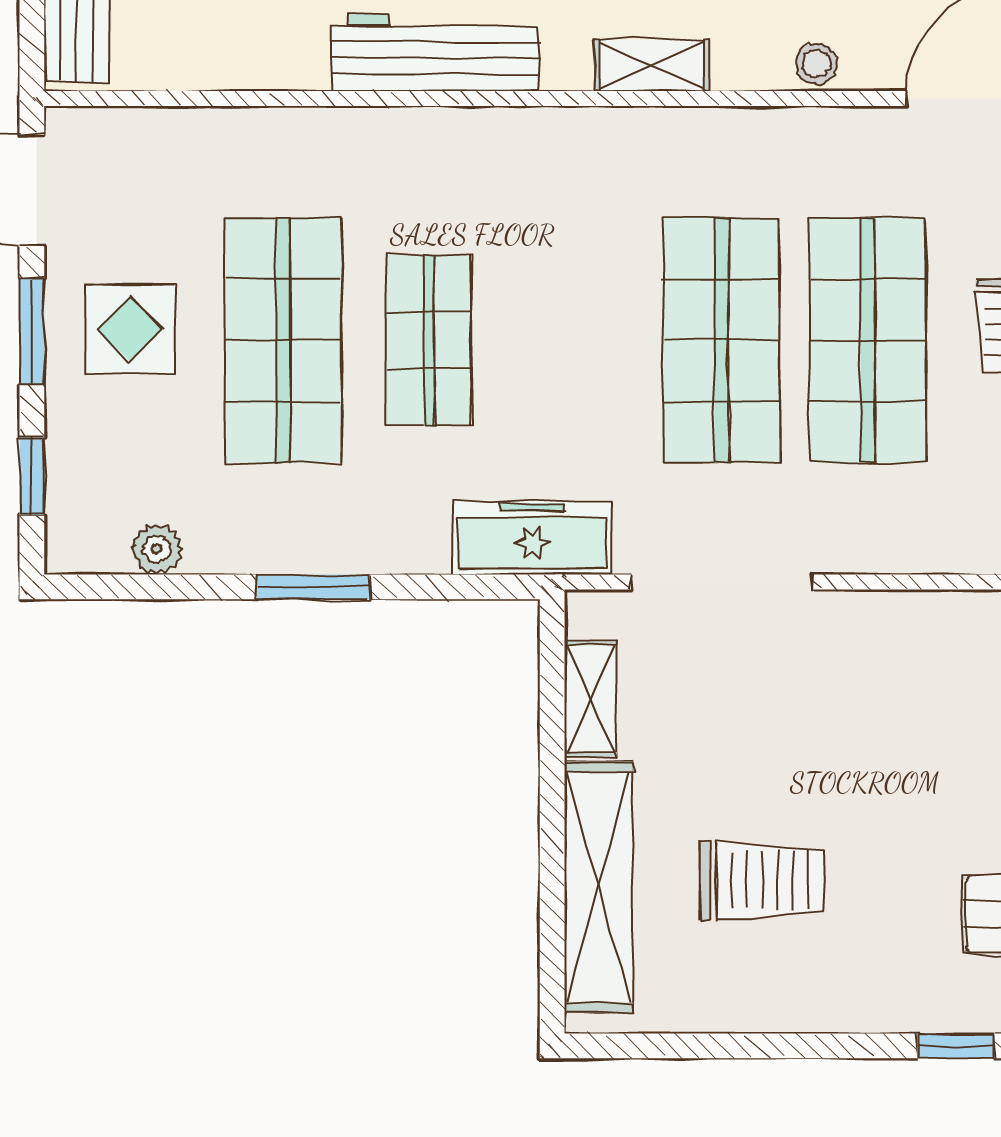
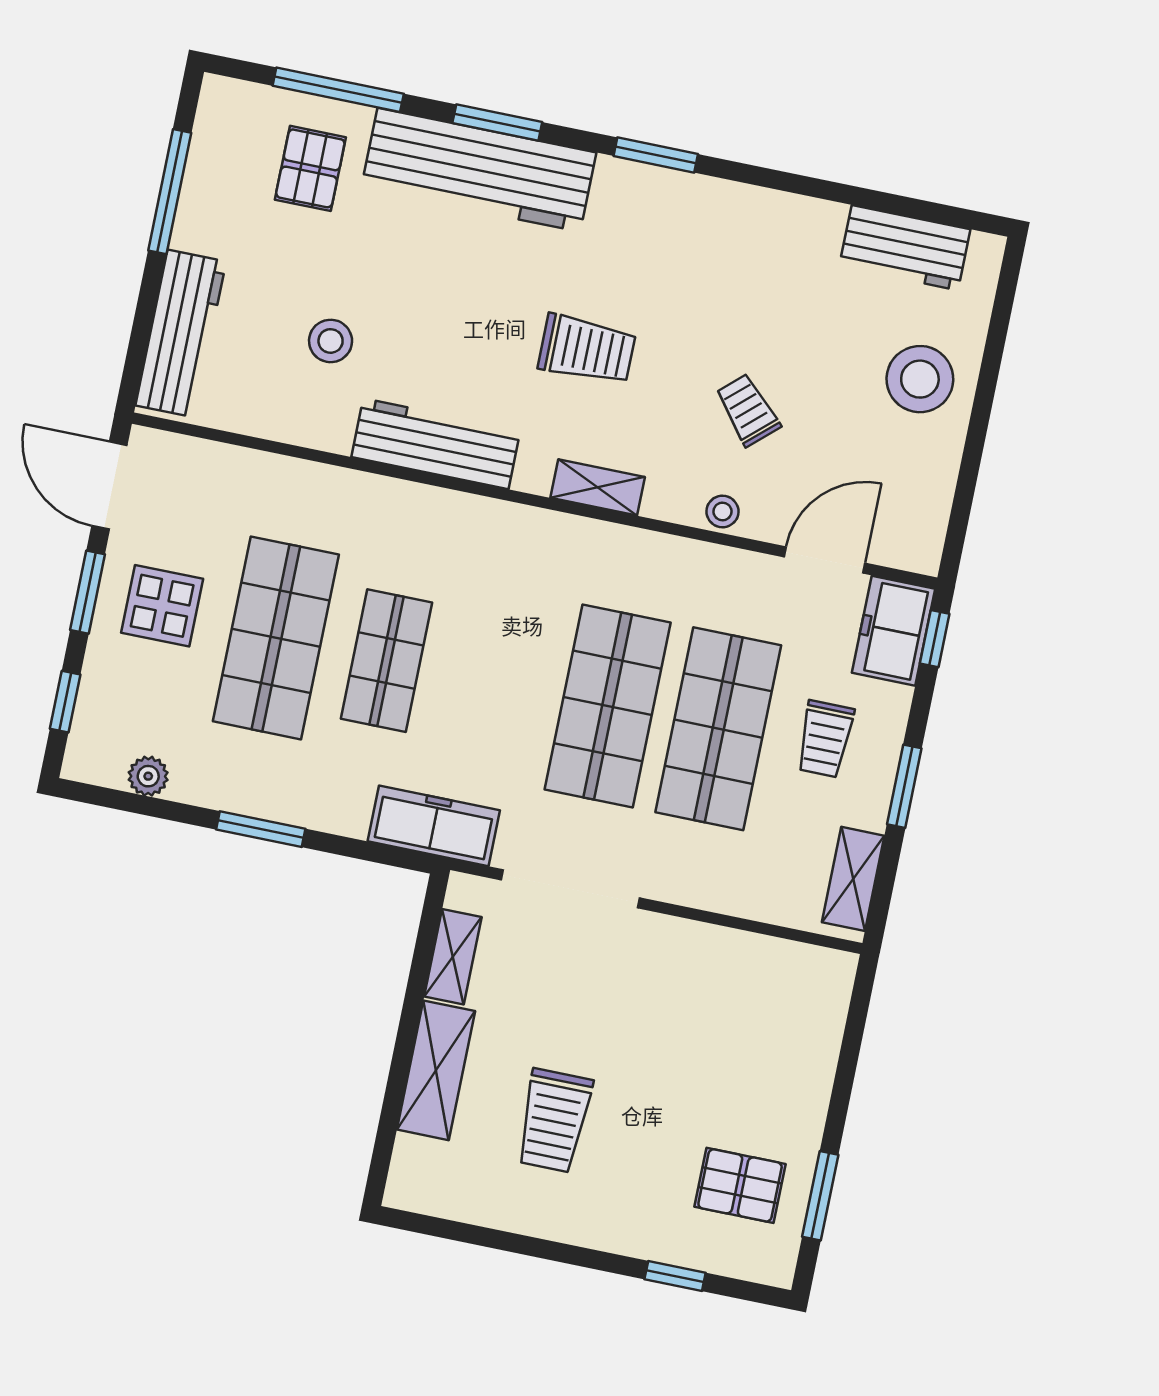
trolley: (761, 880) -> (554, 1121), turned 90
shelving: (599, 887) -> (436, 1070), width x0.68

